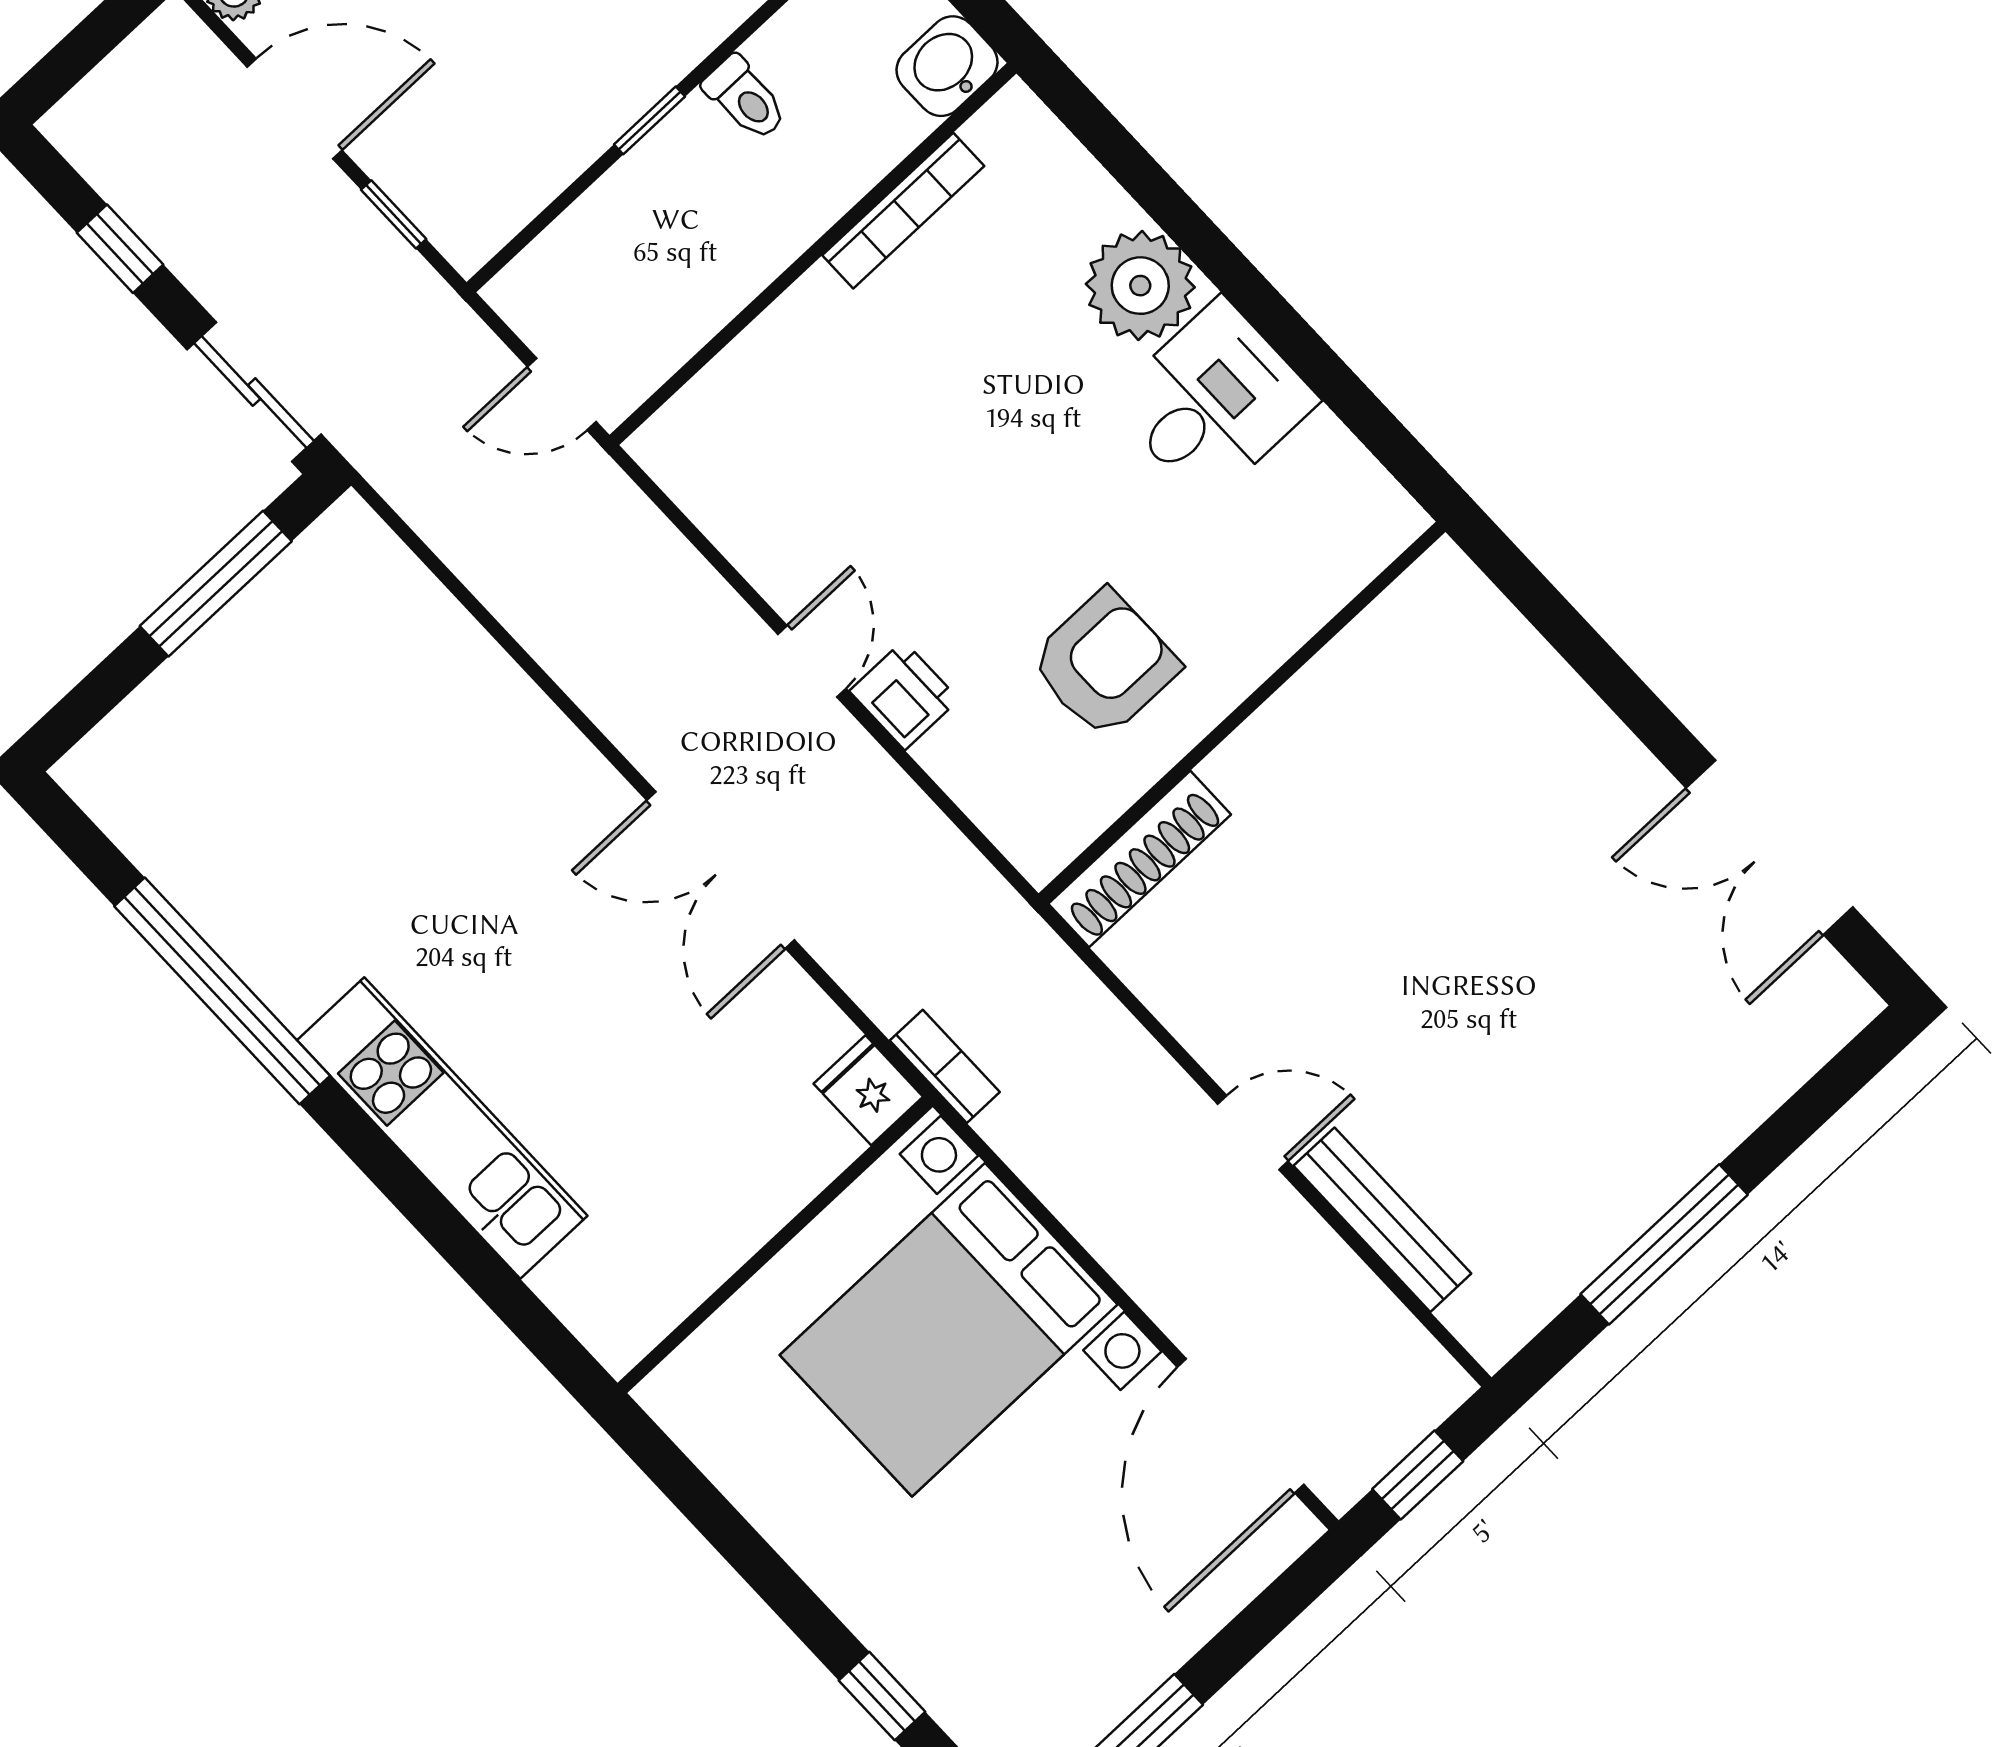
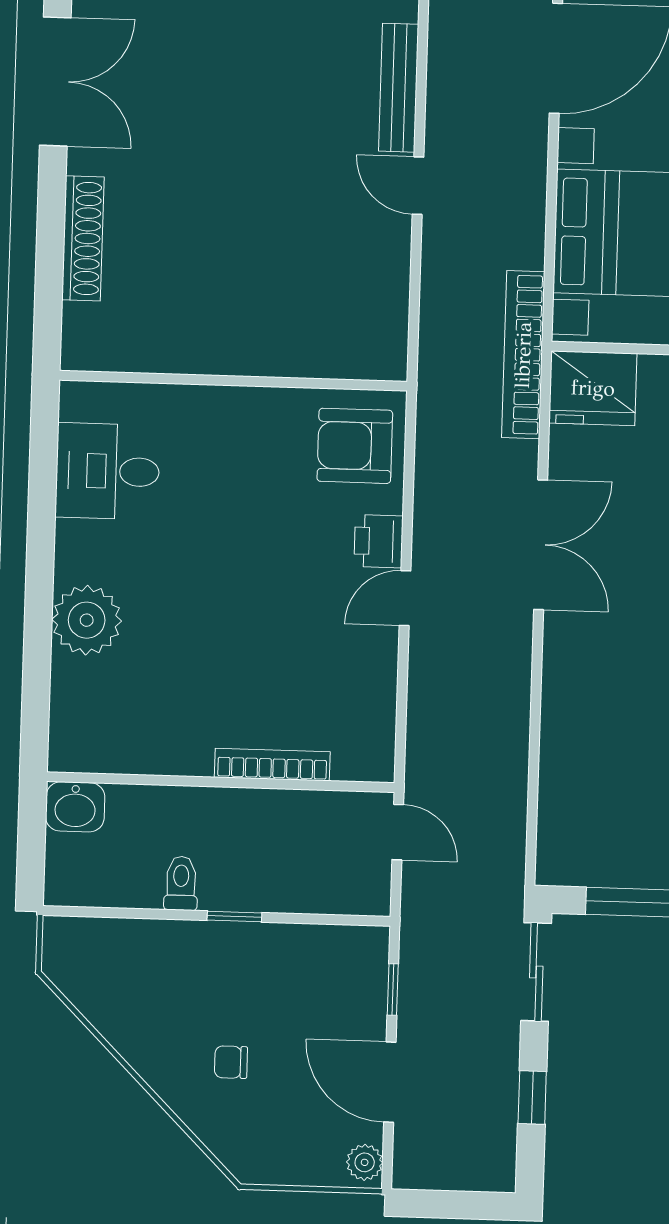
bookcase: (903, 211) -> (272, 765), moved
desk: (1214, 401) -> (108, 471), moved
armchair: (1104, 664) -> (355, 446), moved
shoe rack: (1140, 859) -> (83, 238), moved, turned 90
bookcase: (945, 1066) -> (523, 355), width x2.31, depth x1.31
fridge: (868, 1090) -> (593, 388), width x1.88, depth x1.34

